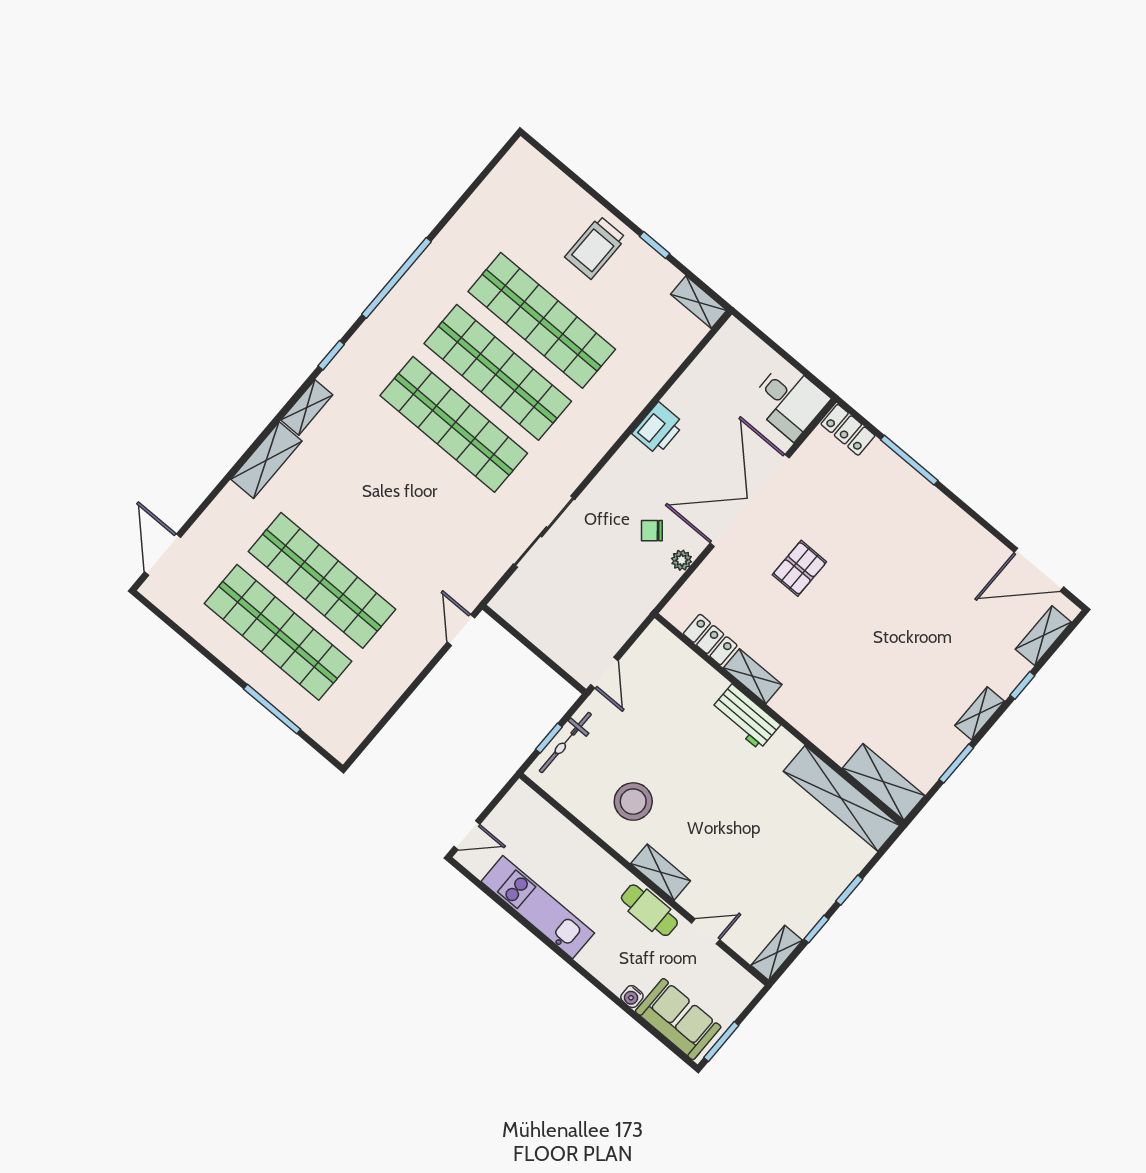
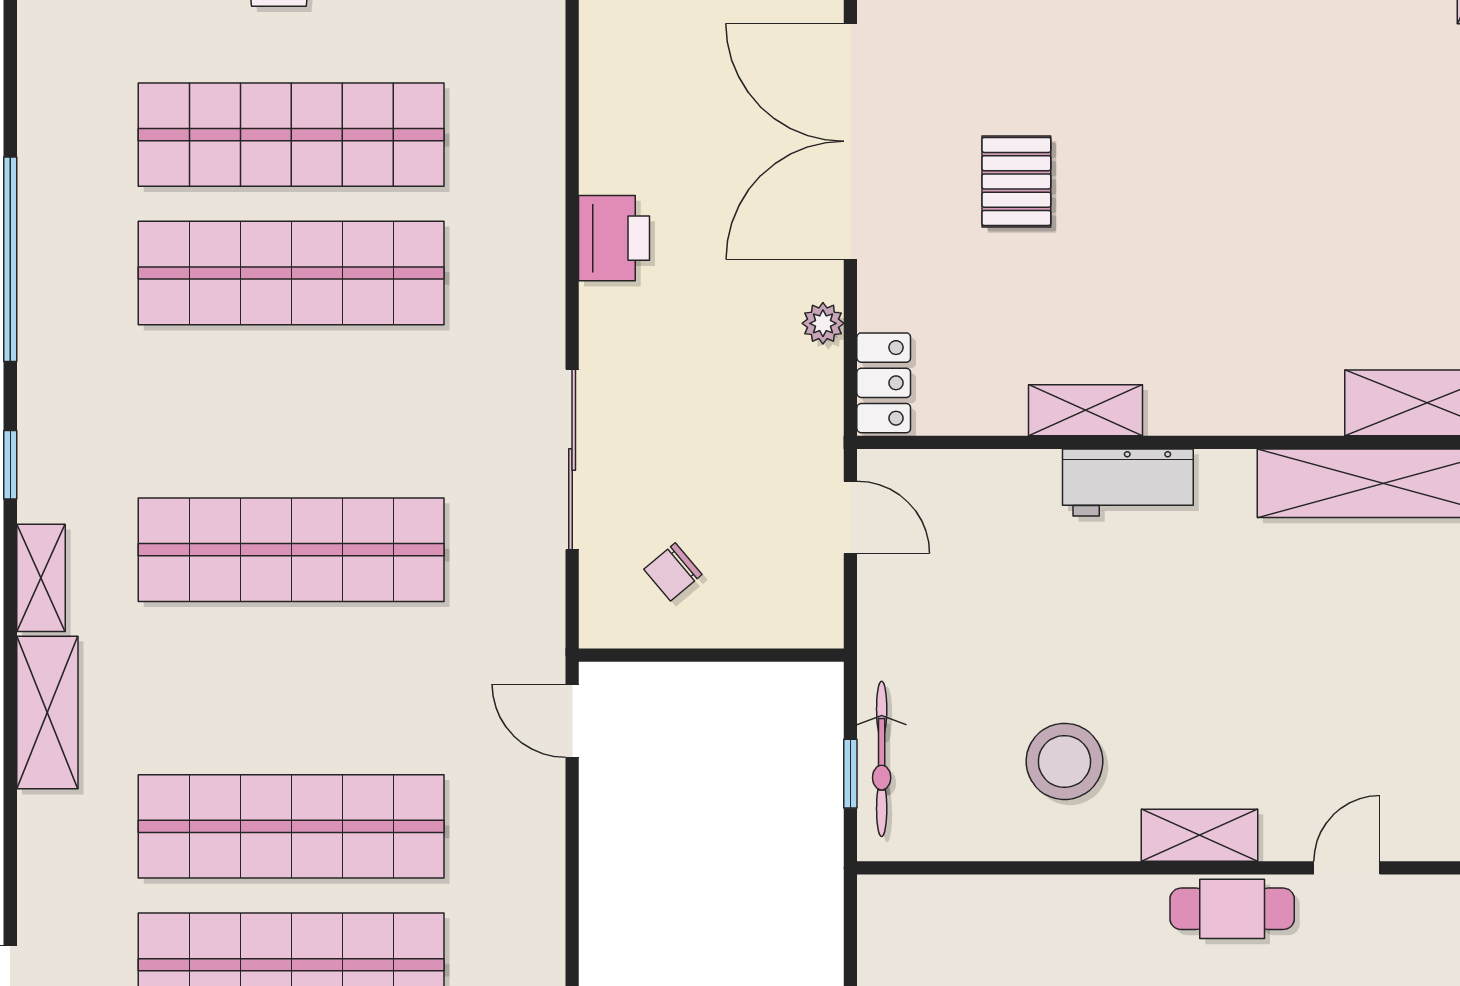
shop shelf: (454, 424) -> (291, 550), moved
printer: (658, 429) -> (614, 238), moved
chair: (652, 531) -> (673, 572), moved
locker: (710, 640) -> (884, 383), moved, turned 90
door: (604, 673) -> (850, 517), moved

